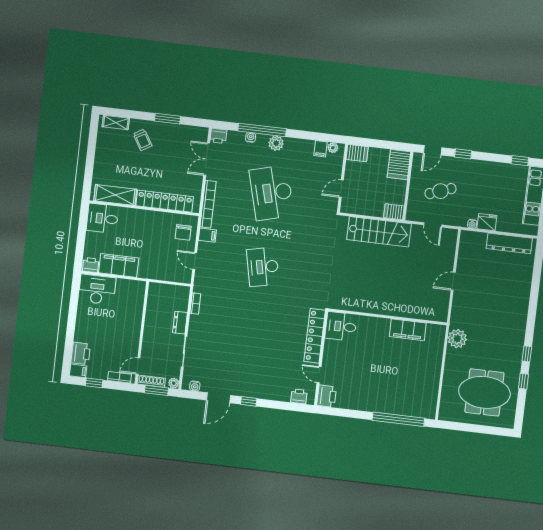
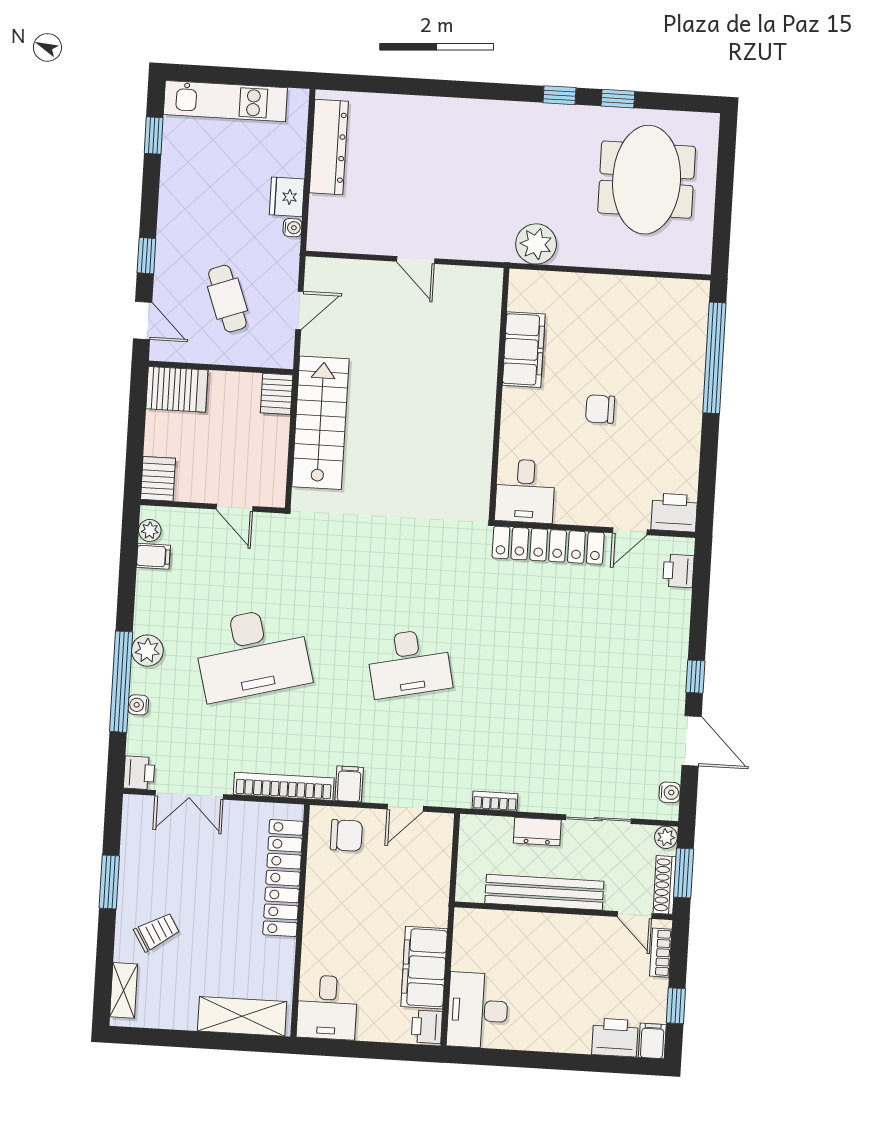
shelving: (115, 195) -> (242, 1016), moved, turned 90
bench: (151, 324) -> (544, 892), added
chair: (377, 364) -> (600, 409), added

